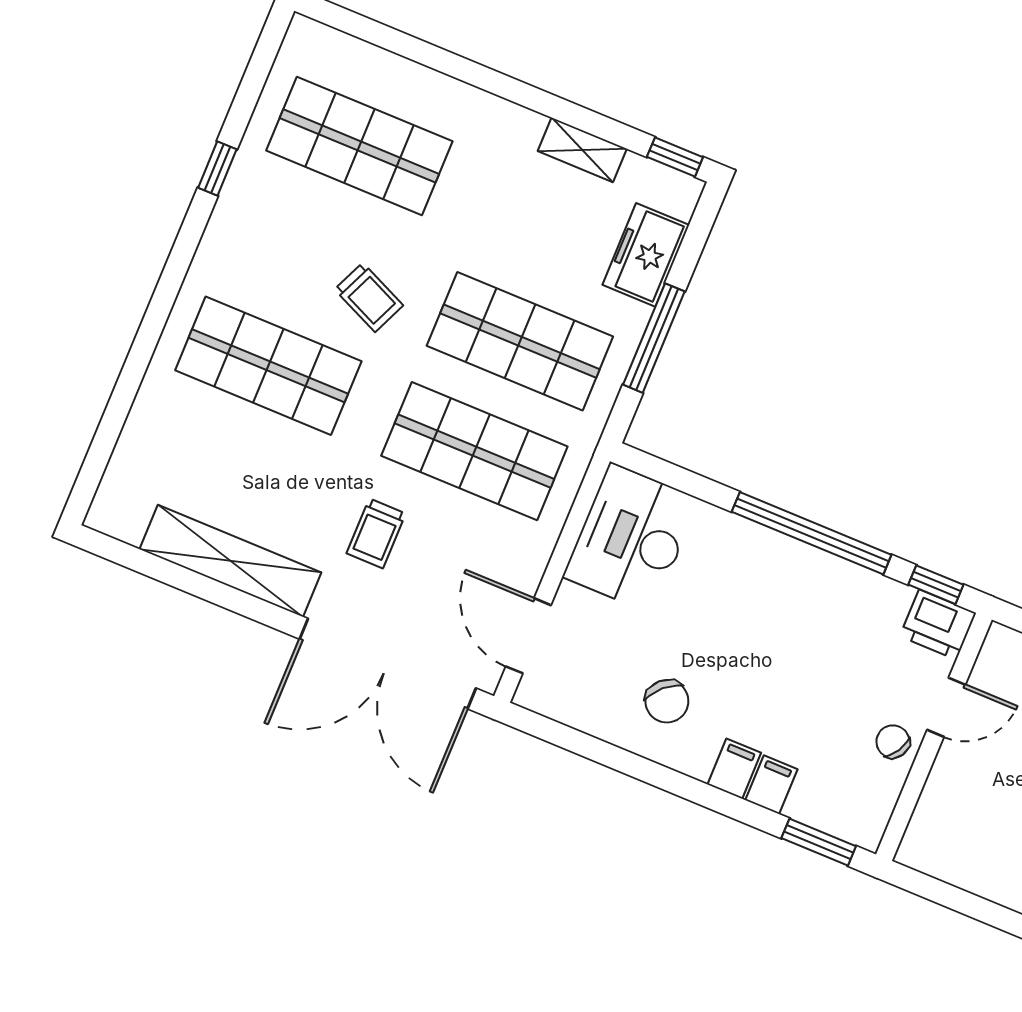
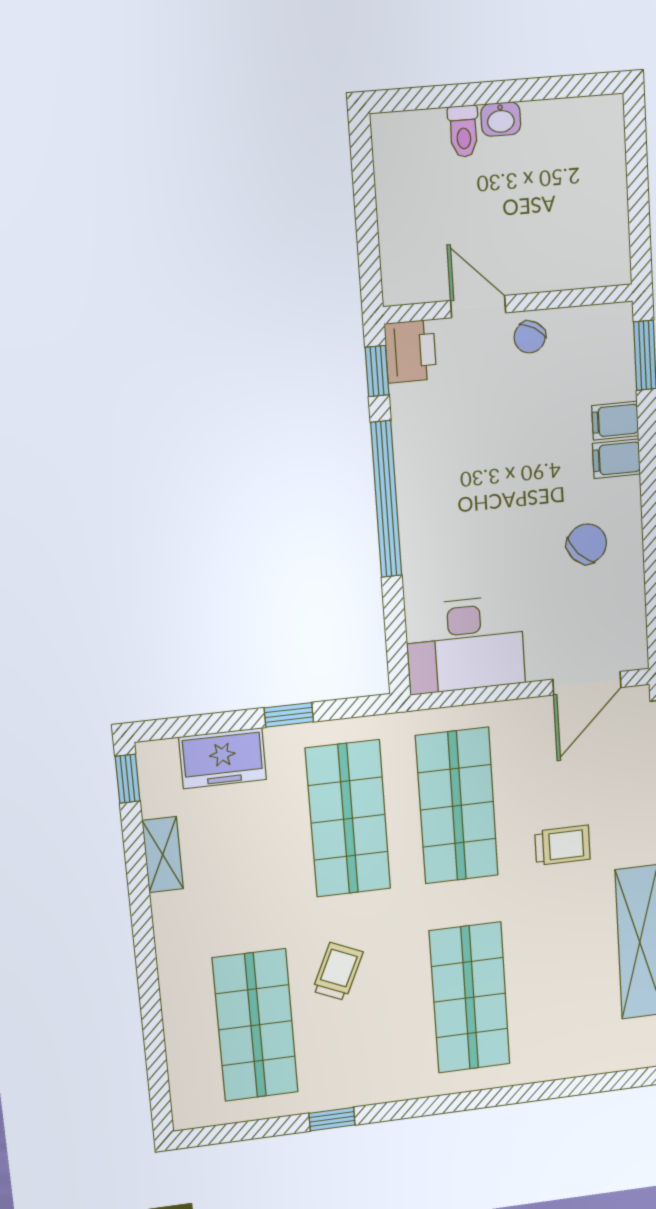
trolley: (369, 297) -> (338, 972), moved
window: (654, 338) -> (289, 715), width x0.46

